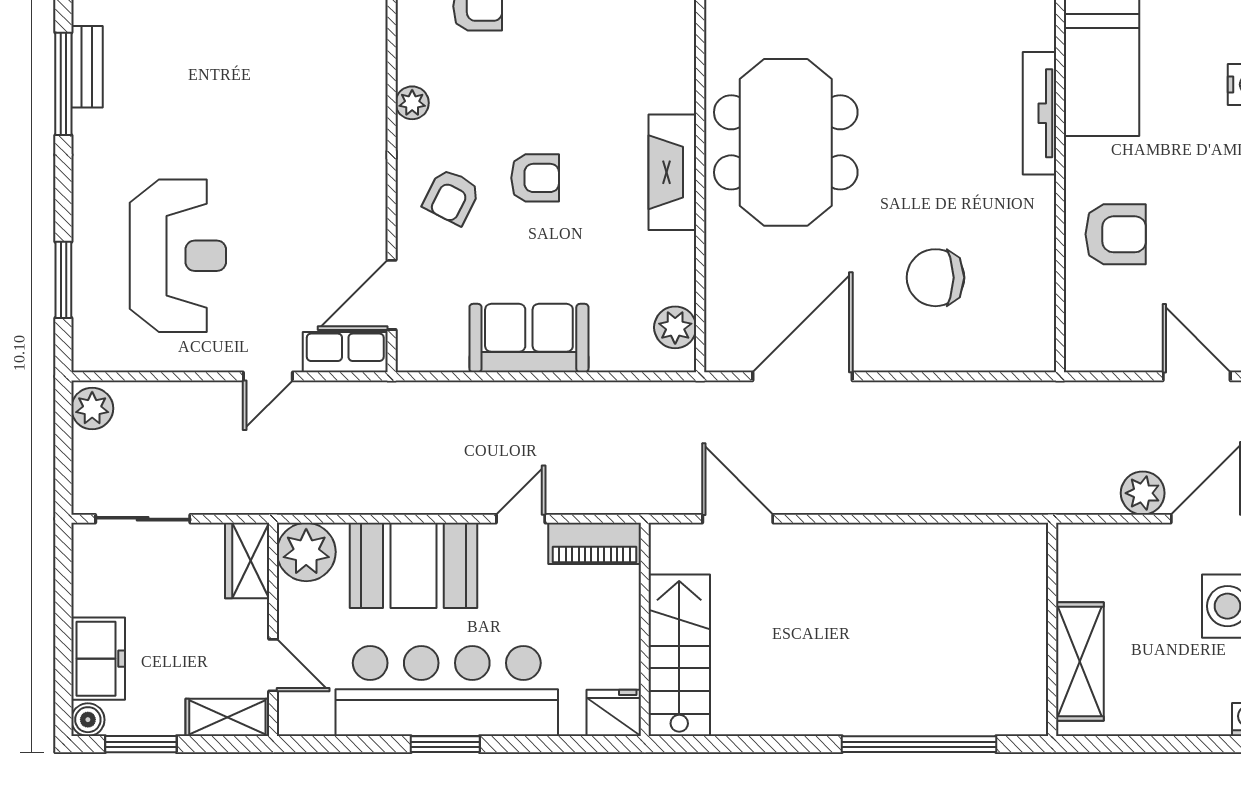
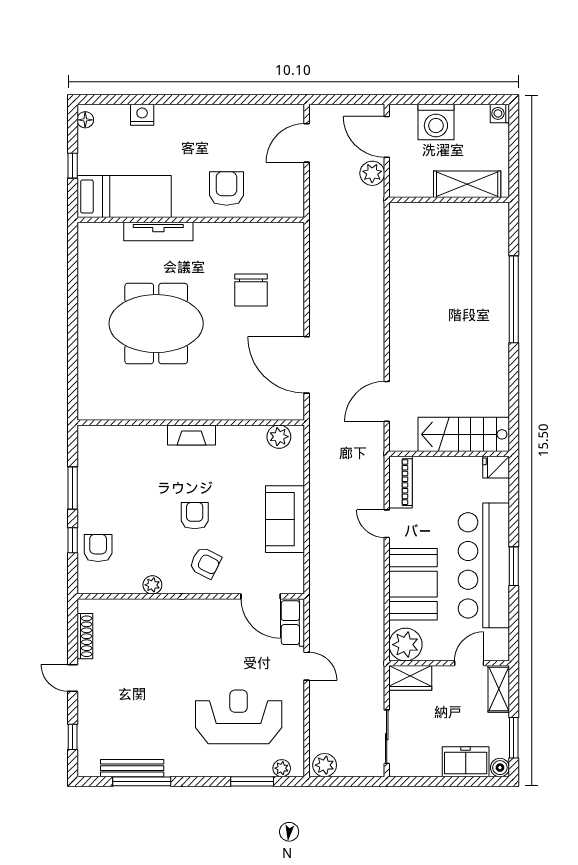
bench: (87, 67) -> (132, 768), width x1.36
meeting table: (786, 142) -> (156, 324), moved
fireplace: (672, 172) -> (191, 435), width x0.73, depth x0.76
plant: (87, 332) -> (282, 768), added
wall: (1052, 629) -> (449, 200), moved
shelving: (1080, 661) -> (467, 184), moved
fridge: (614, 713) -> (496, 467), width x0.72

